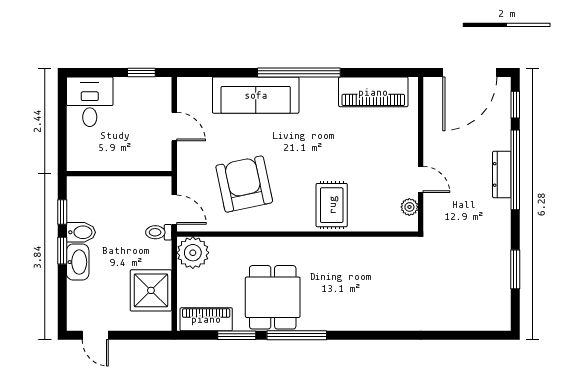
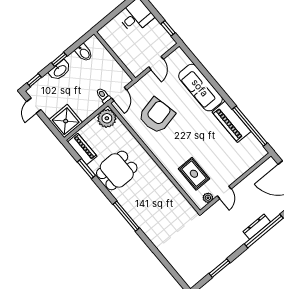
window: (299, 72) -> (250, 126), moved
piano: (373, 92) -> (231, 122), moved
rug: (332, 205) -> (194, 174), moved, turned 90
window: (62, 212) -> (34, 80), moved
bidet: (81, 232) -> (84, 53), moved
shower: (151, 290) -> (66, 121), moved
window: (297, 335) -> (126, 216), moved

